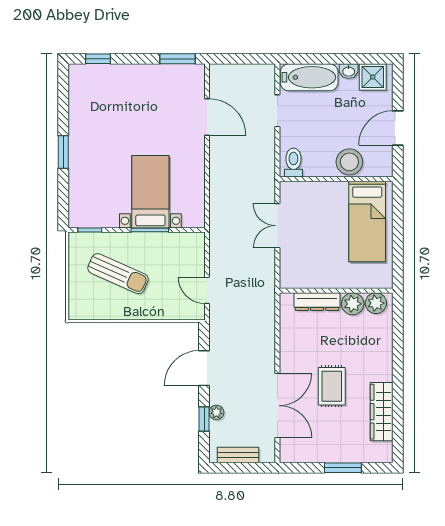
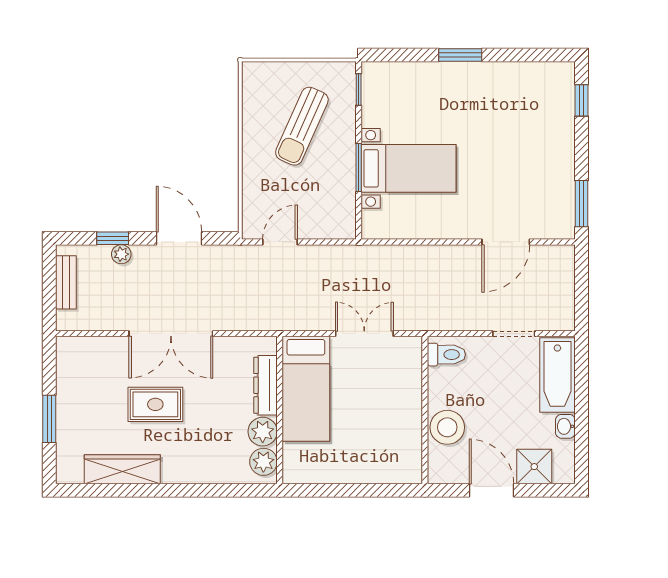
shower: (373, 77) -> (534, 467), moved
bed: (367, 222) -> (306, 389), moved, turned -90
double door: (277, 406) -> (171, 334), moved

